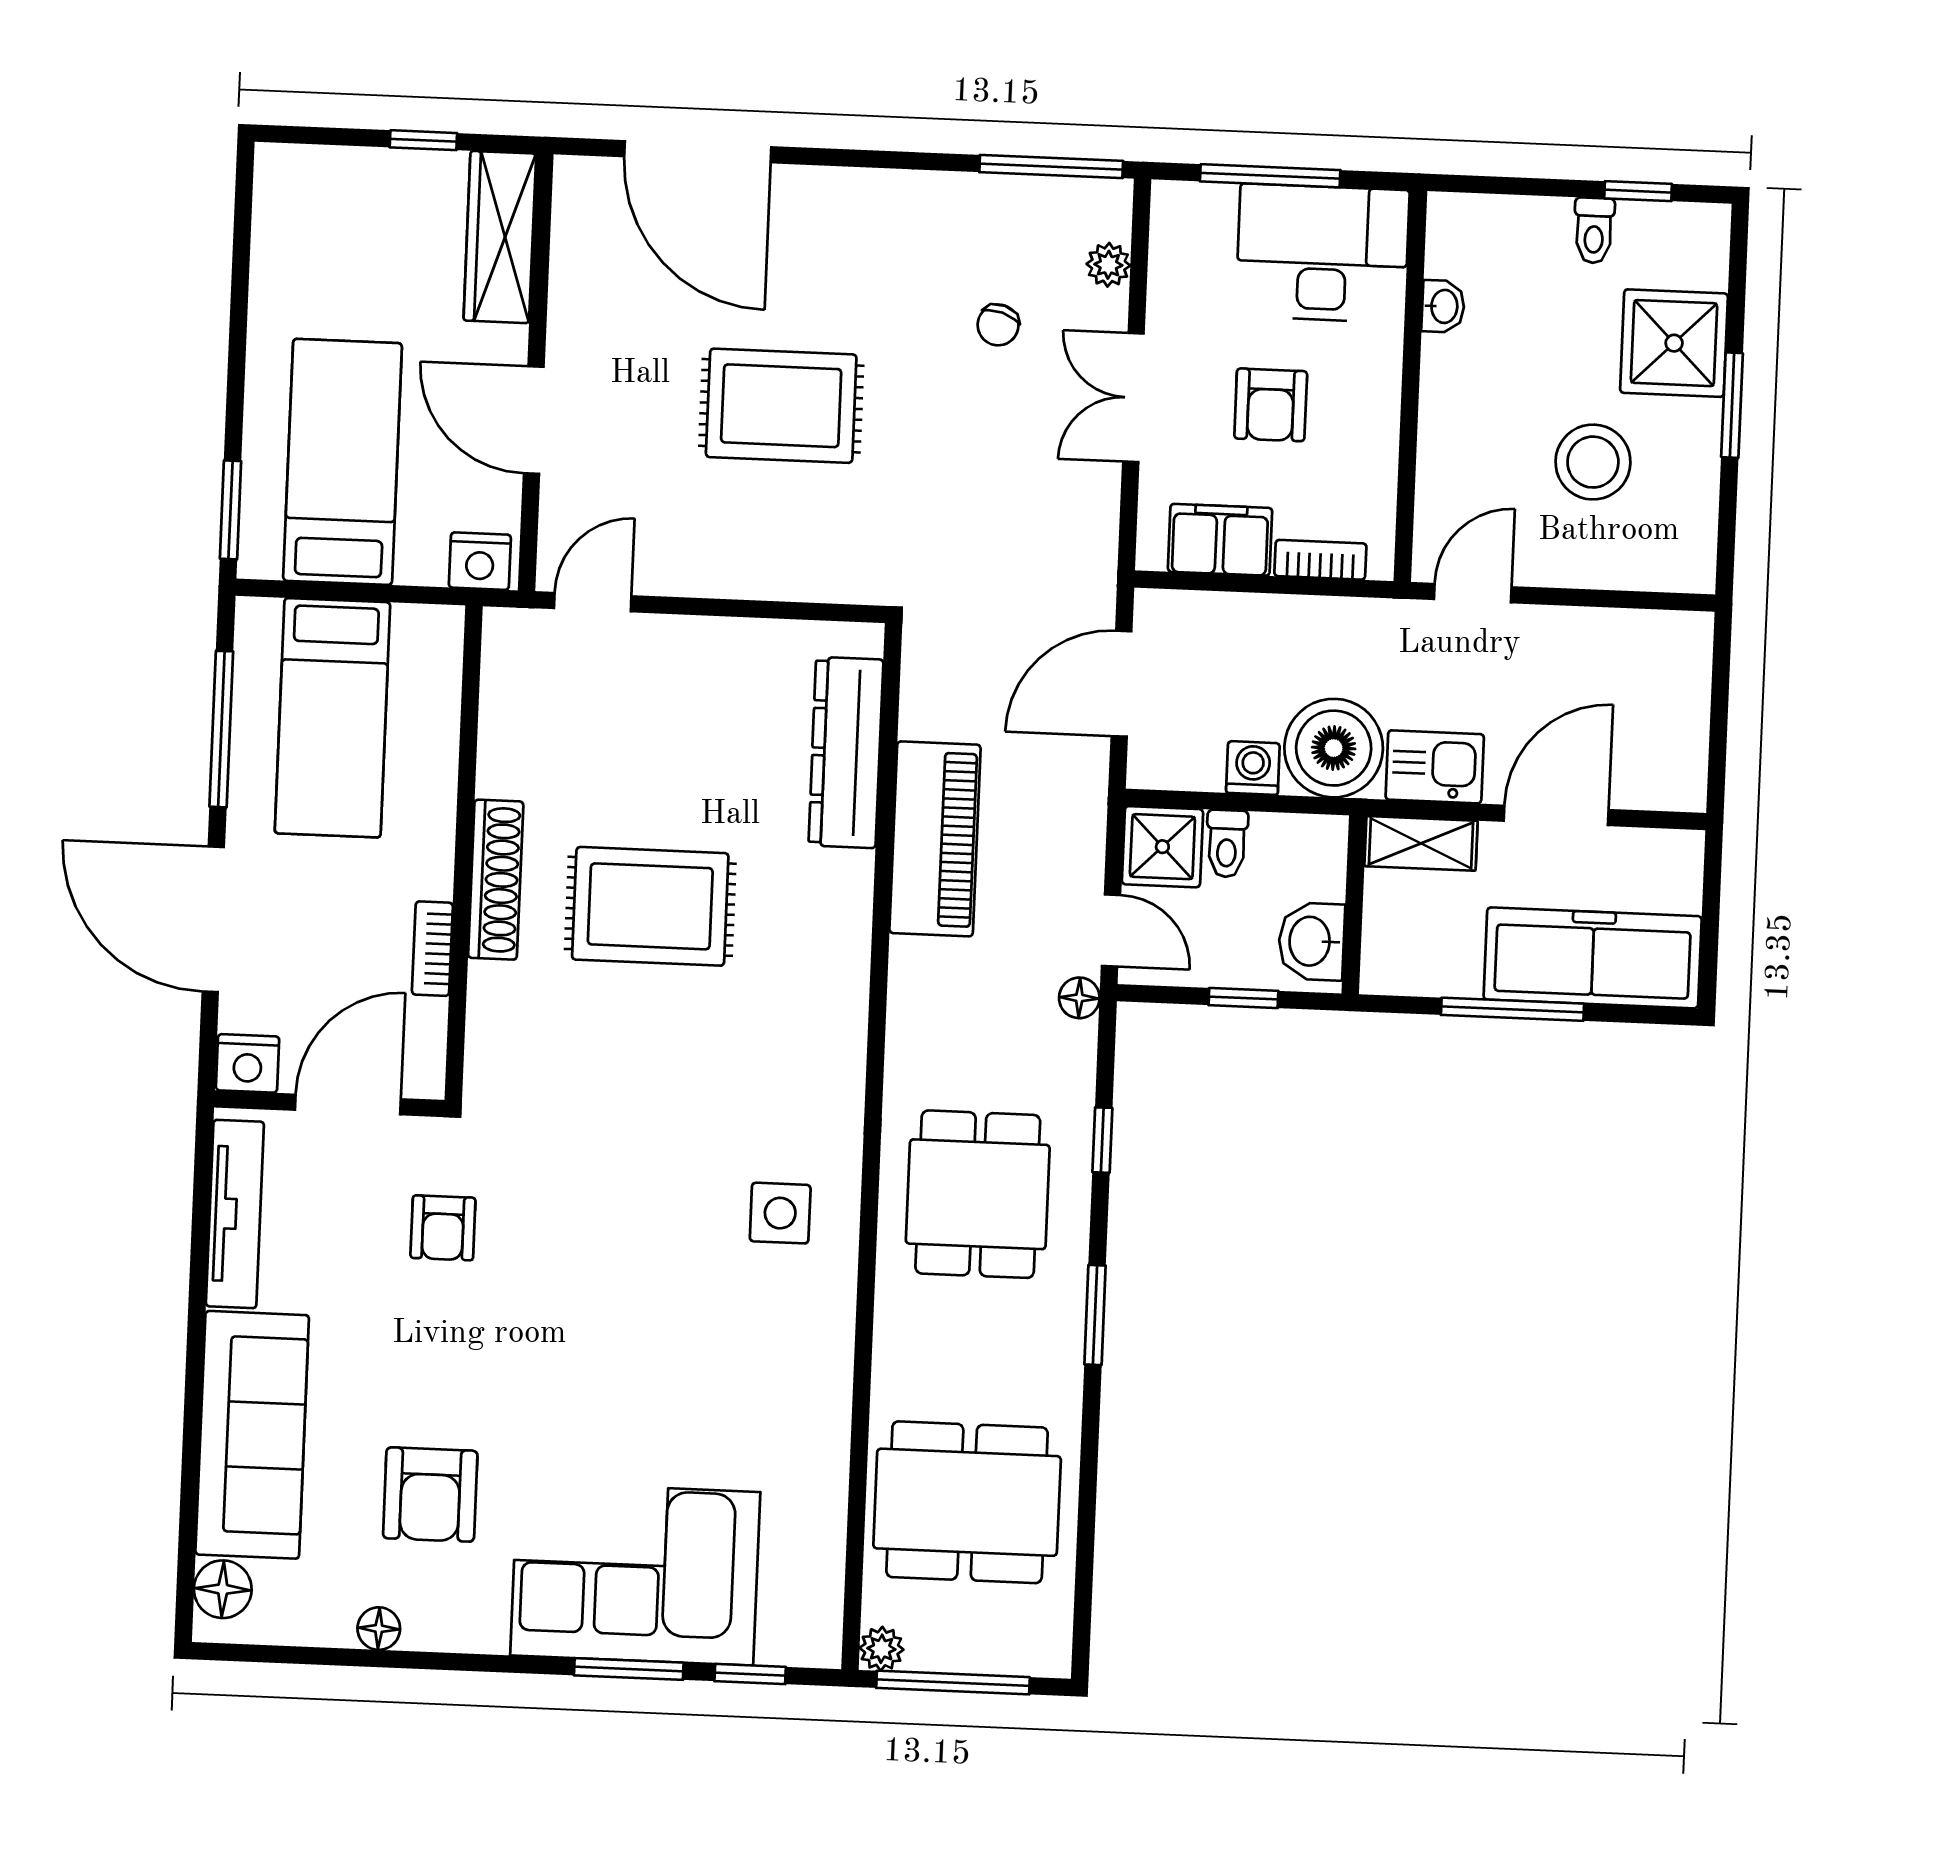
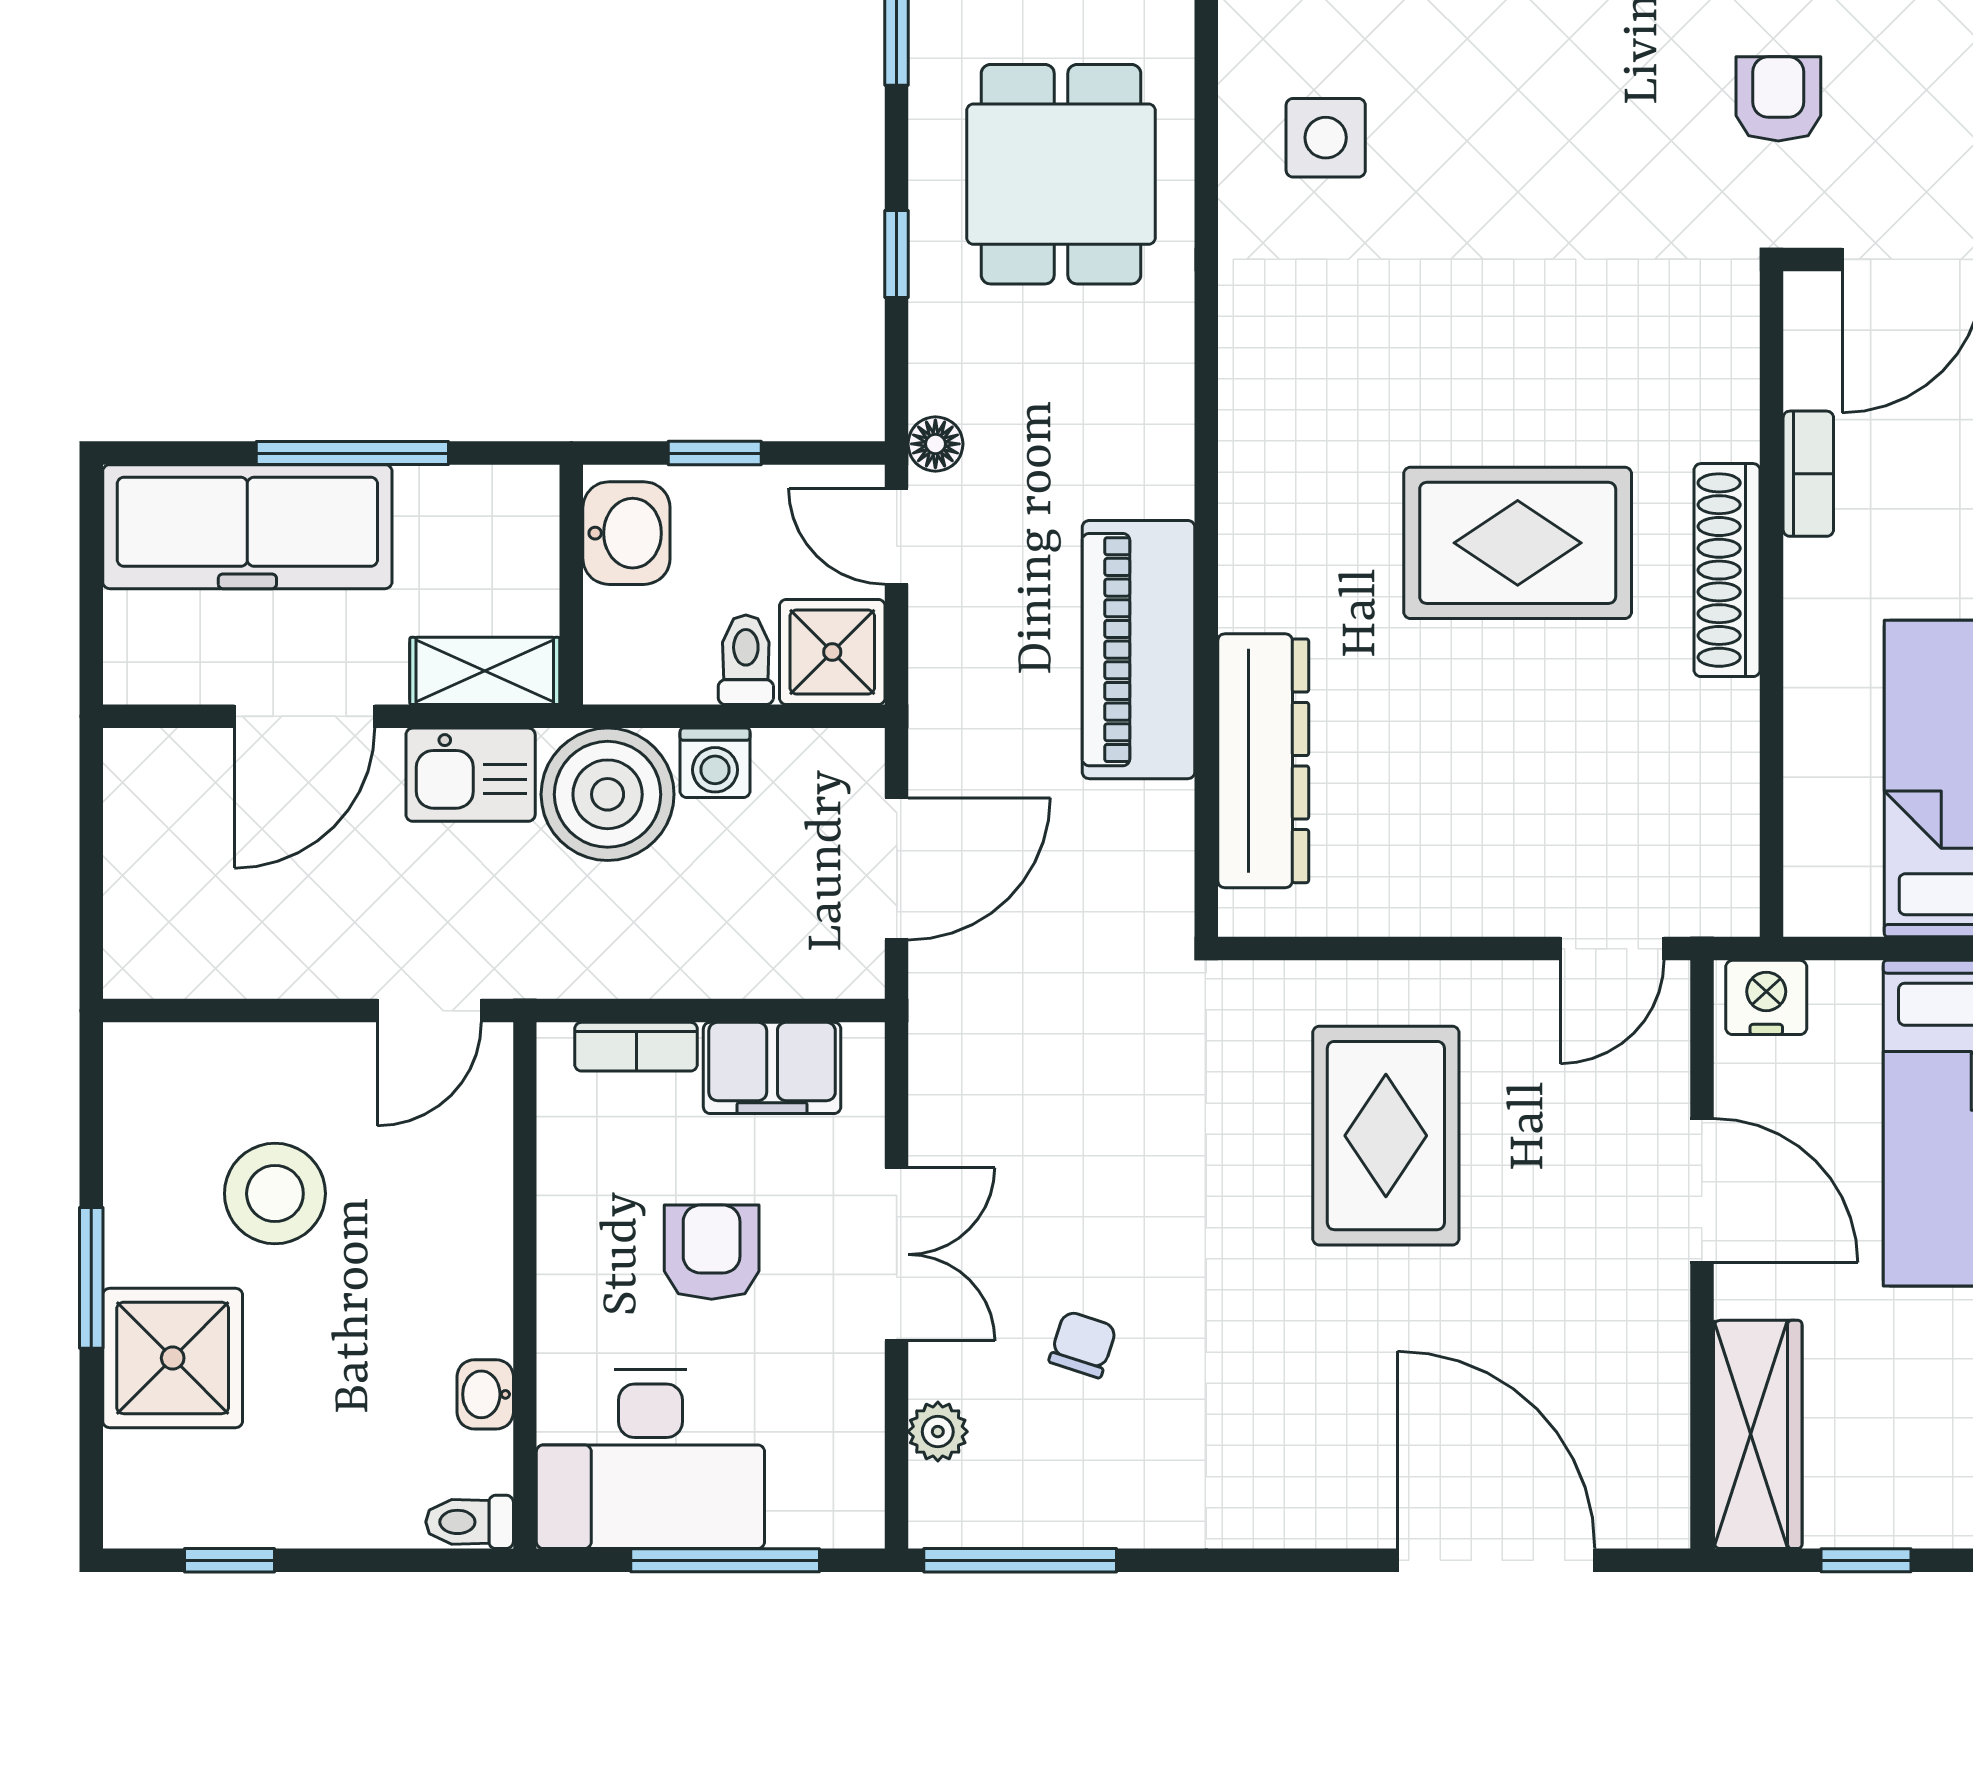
toilet: (1594, 230) -> (470, 1522), moved, turned -90
rug: (781, 406) -> (1386, 1136), moved, turned 90

